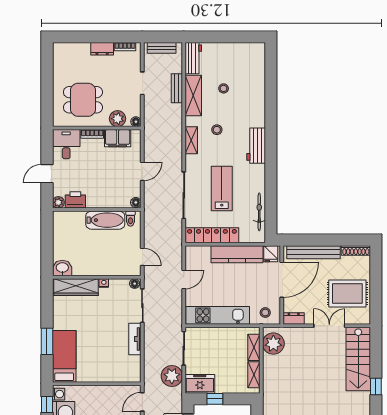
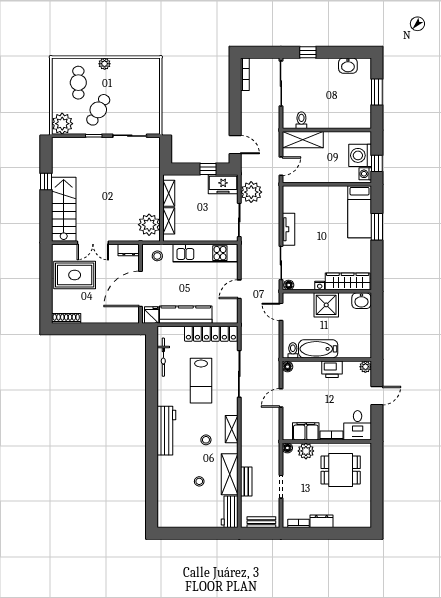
workbench: (256, 146) -> (166, 431), width x1.38
printer: (75, 200) -> (332, 369), moved
bench: (314, 252) -> (109, 317), removed
shower: (97, 264) -> (326, 305), added

